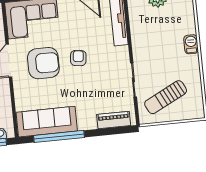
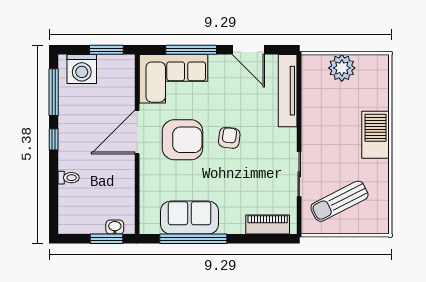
barbecue: (191, 44) -> (375, 135), width x1.88, depth x1.53
sofa: (47, 122) -> (189, 218), width x0.73

